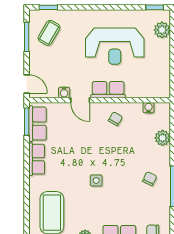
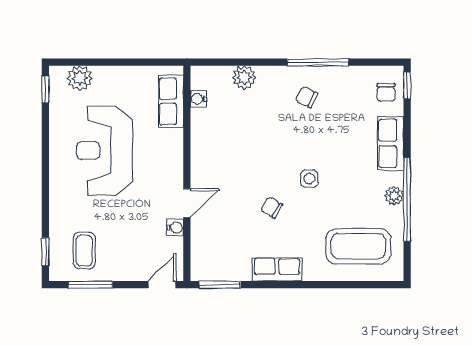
coffee table: (49, 33) -> (84, 251), turned 60
reception desk: (115, 46) -> (104, 150), turned 180
row of seats: (108, 90) -> (171, 101), moved
chair: (115, 119) -> (272, 207), moved
row of seats: (38, 124) -> (223, 268), removed

